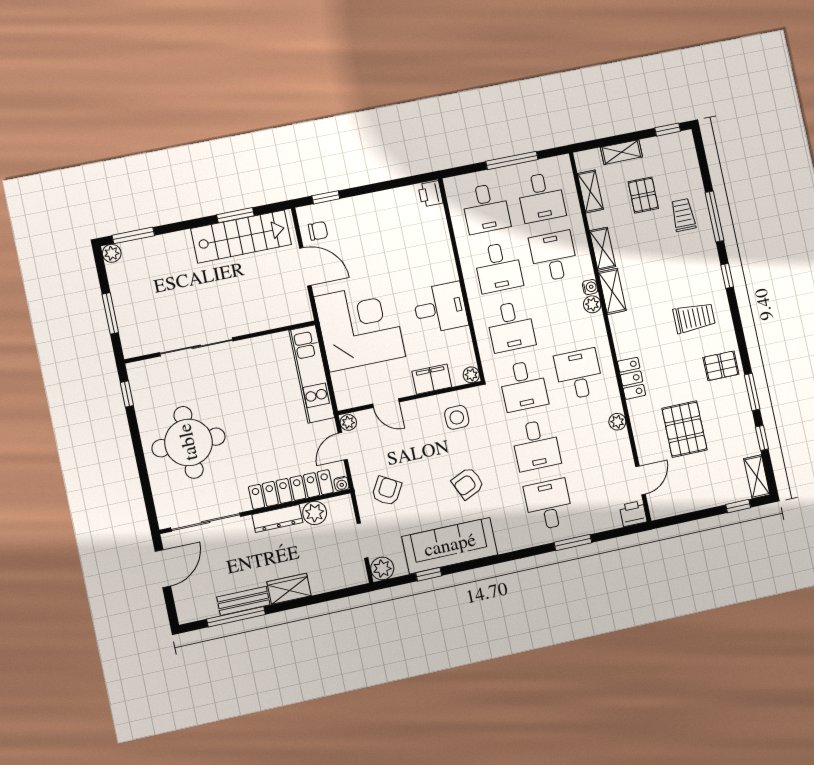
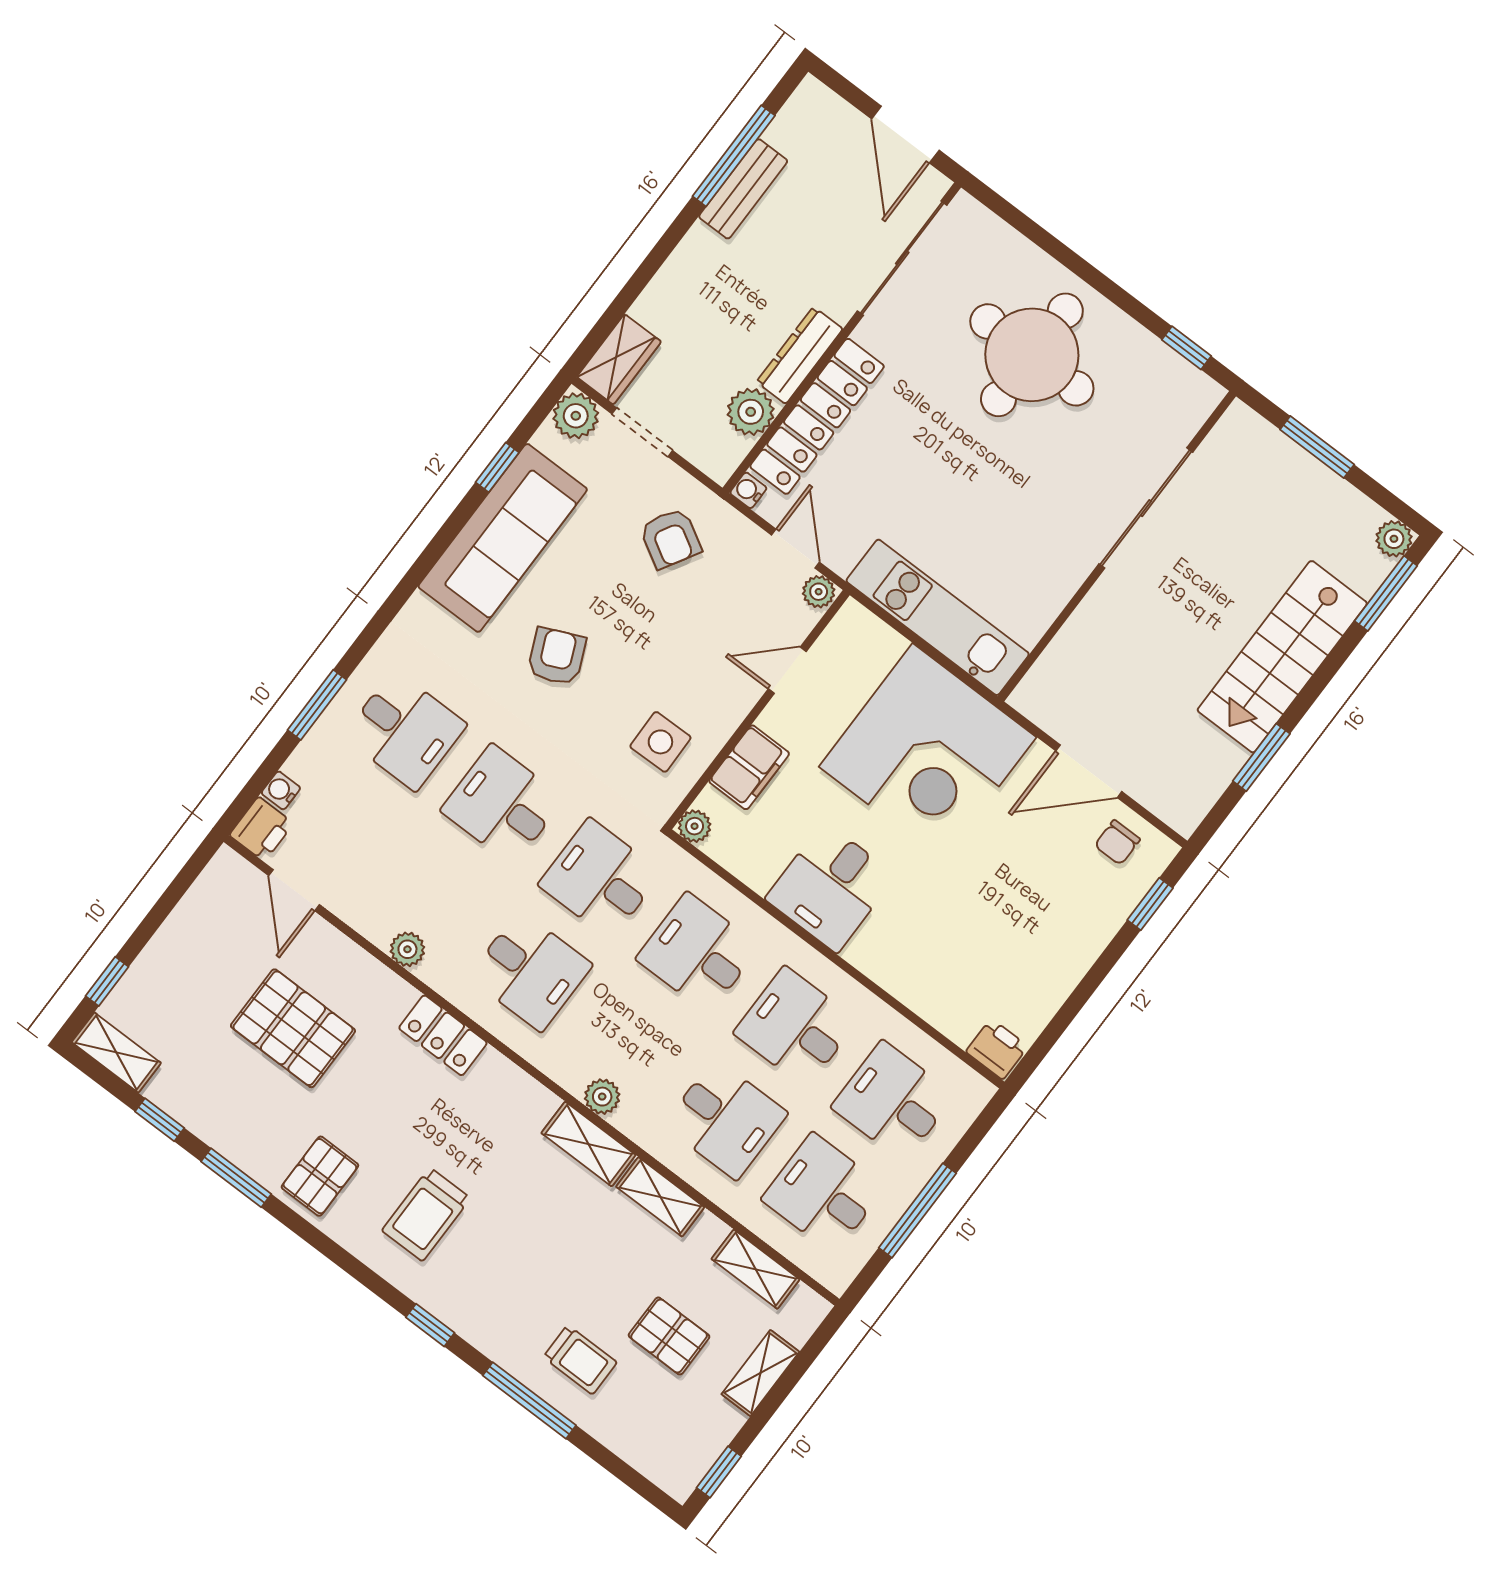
stairs: (241, 237) -> (1282, 657), moved
water cooler: (590, 287) -> (281, 790), moved, turned 90
wardrobe: (289, 589) -> (619, 359), moved

